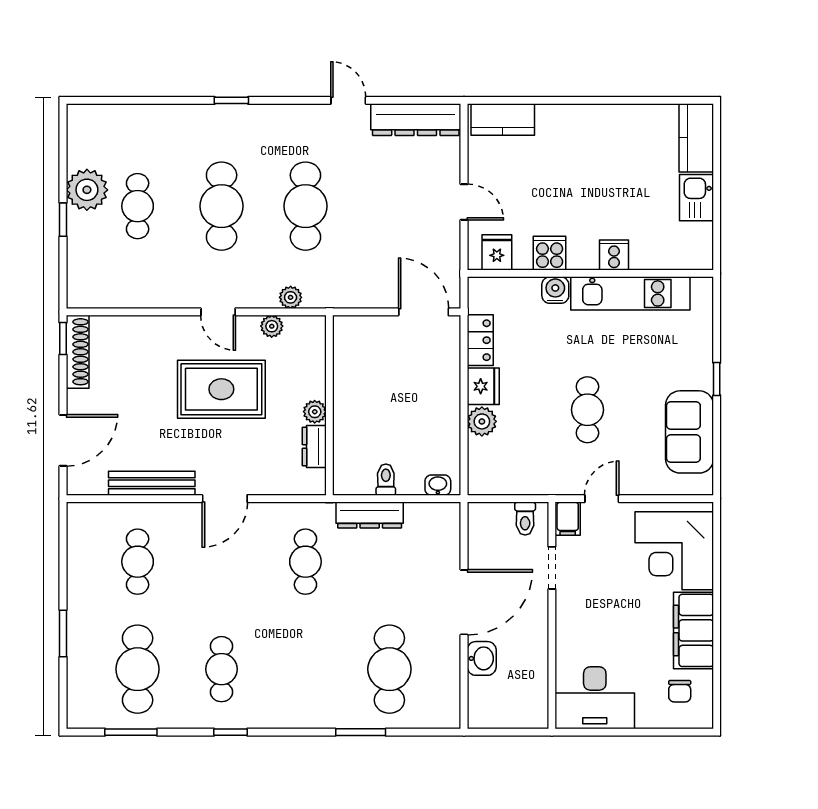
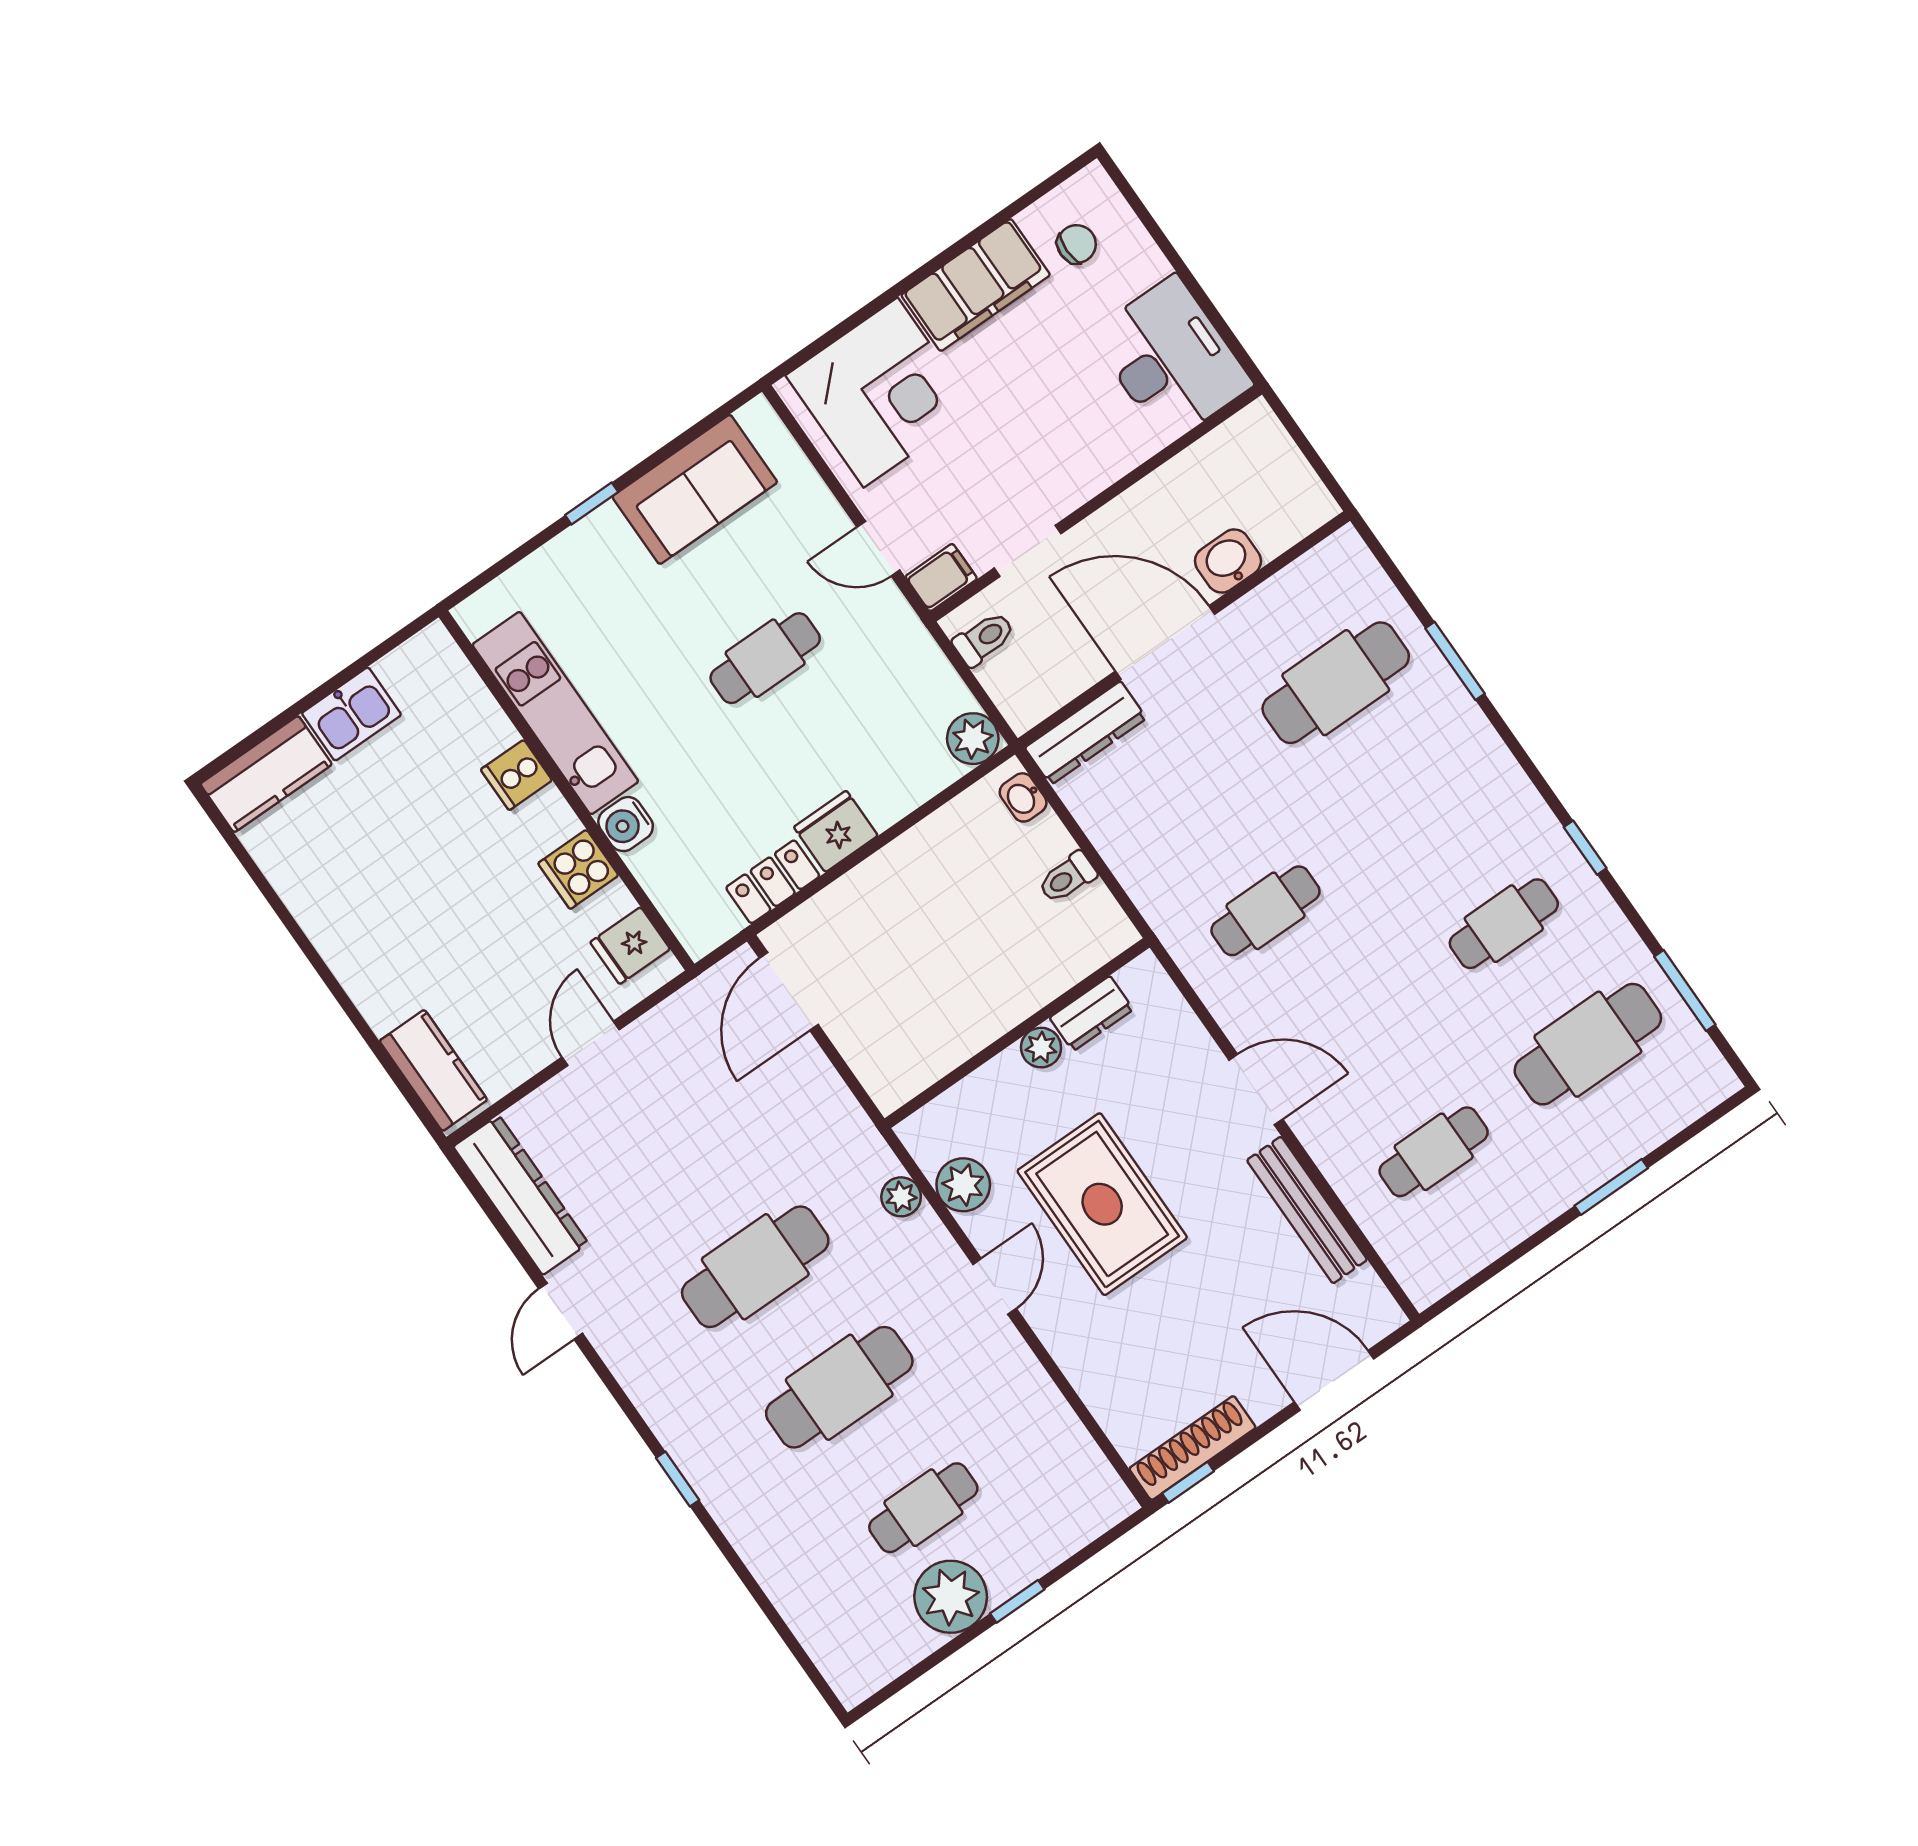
plant: (272, 326) -> (963, 1185), width x1.38, depth x1.38
plant: (482, 421) -> (973, 739), moved
dresser: (370, 515) -> (1086, 733), moved, turned 90

